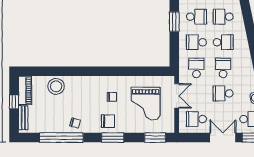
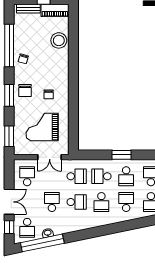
school desk: (196, 42) -> (101, 176), turned -90

